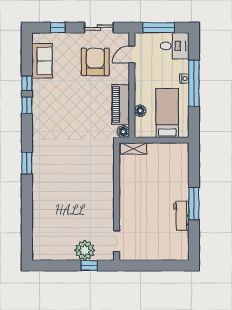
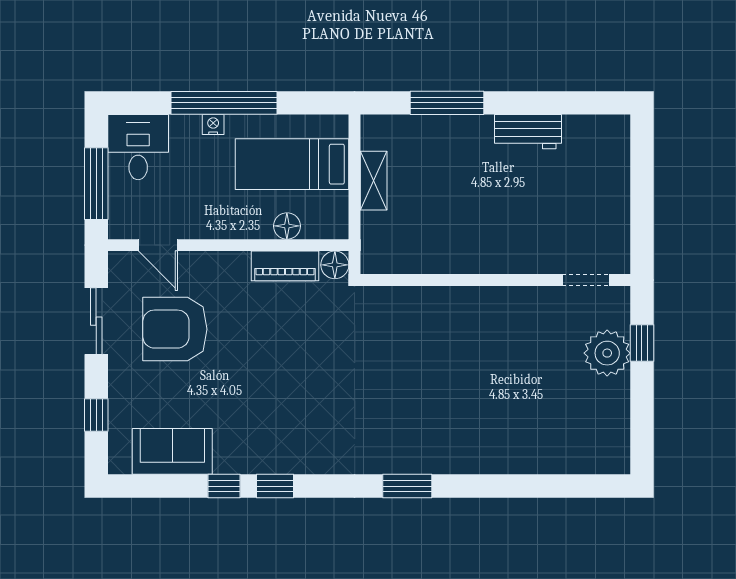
piano: (121, 105) -> (285, 266), width x0.73, depth x0.75
shelving: (134, 149) -> (374, 181), moved
window: (194, 204) -> (447, 103), moved

